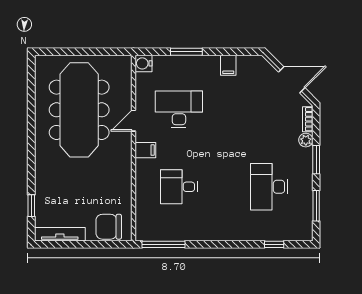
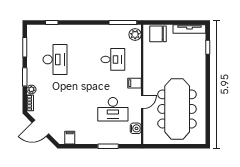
water cooler: (144, 63) -> (136, 128), moved
filing cabinet: (228, 65) -> (70, 138), moved
plant: (144, 226) -> (135, 35), added
chair: (109, 227) -> (158, 34), turned 180

